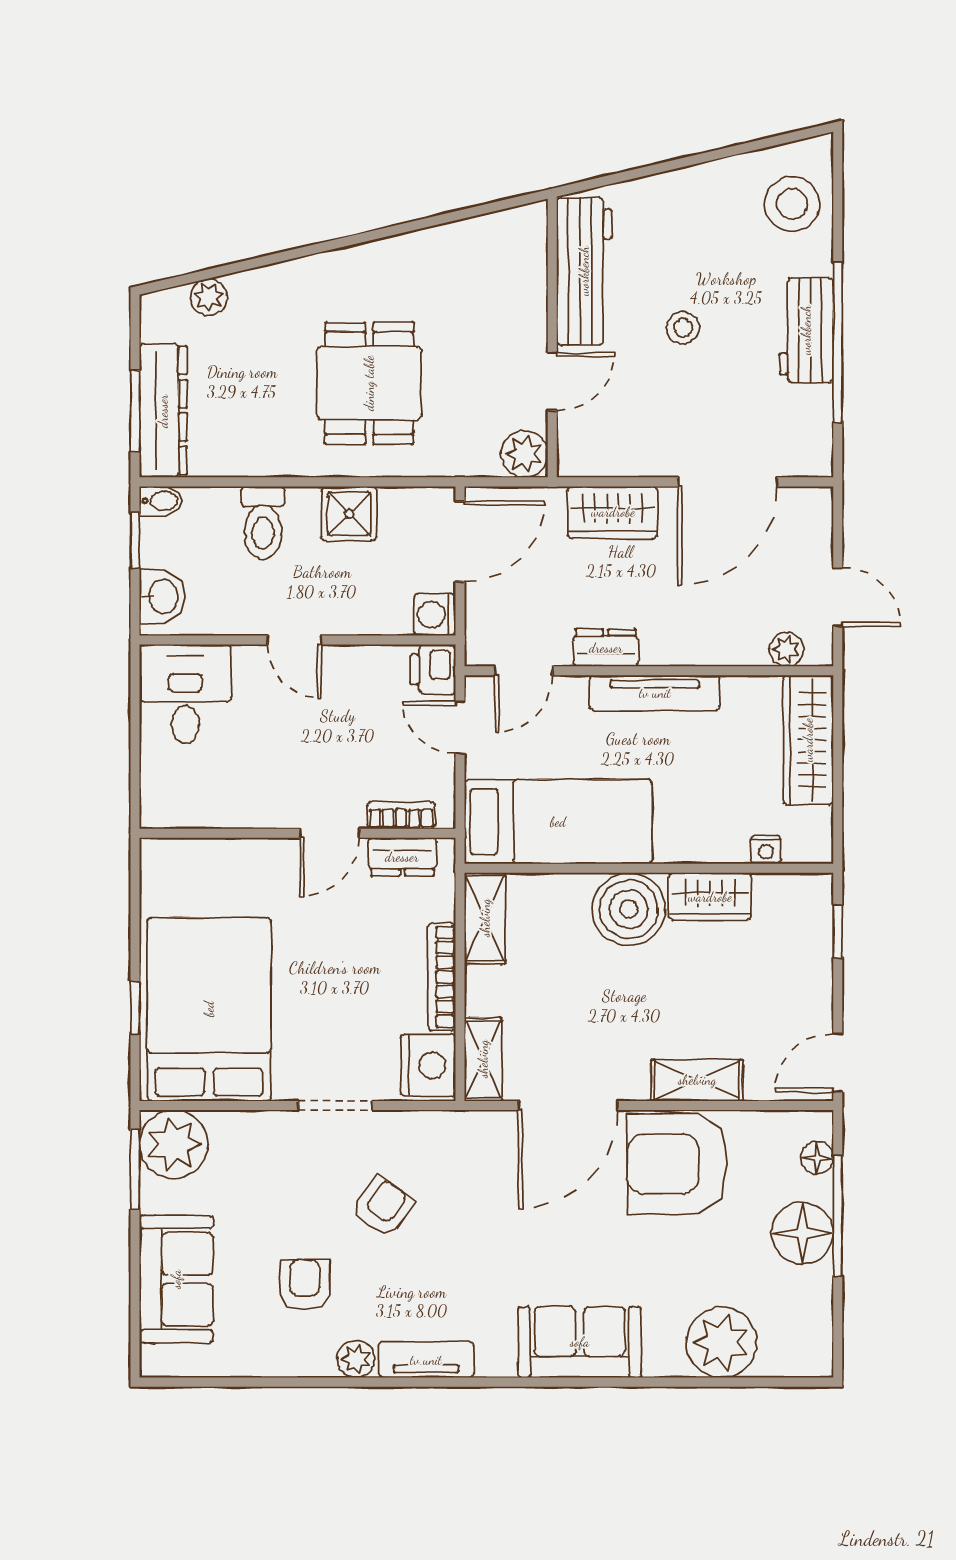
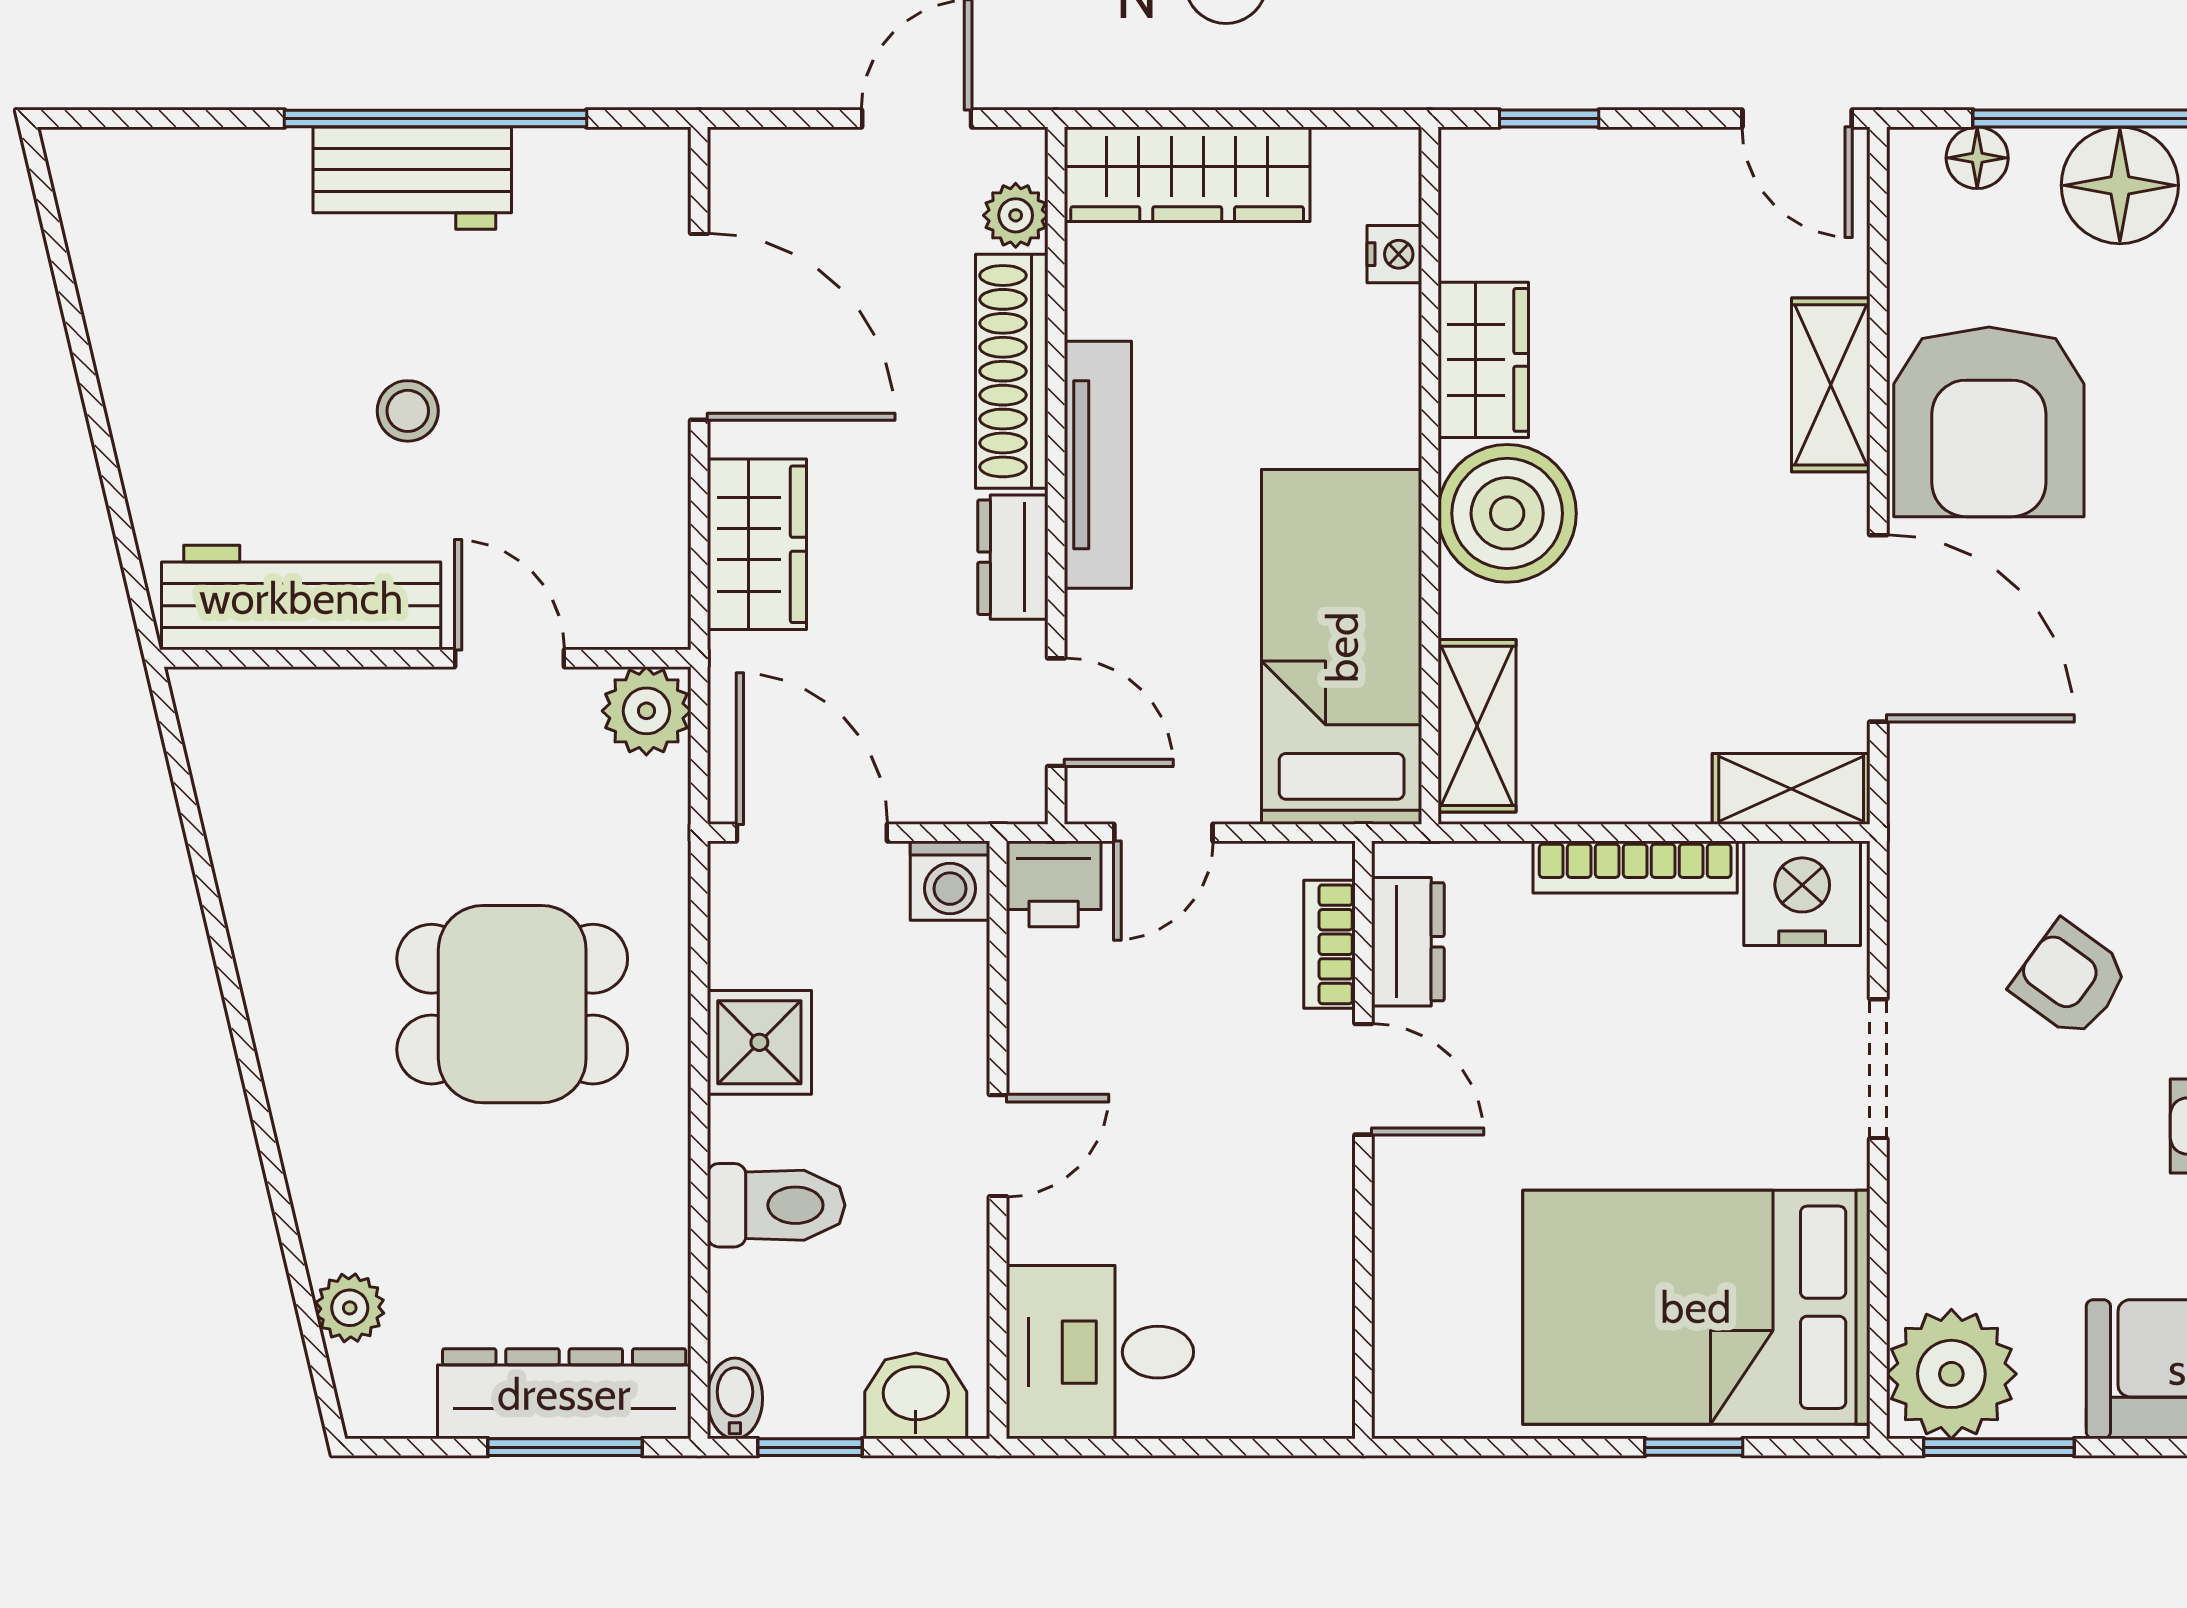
stool: (792, 204) -> (174, 205), removed
shoe rack: (704, 647) -> (1012, 371), added
shelving: (485, 918) -> (1477, 726), moved, turned 90

